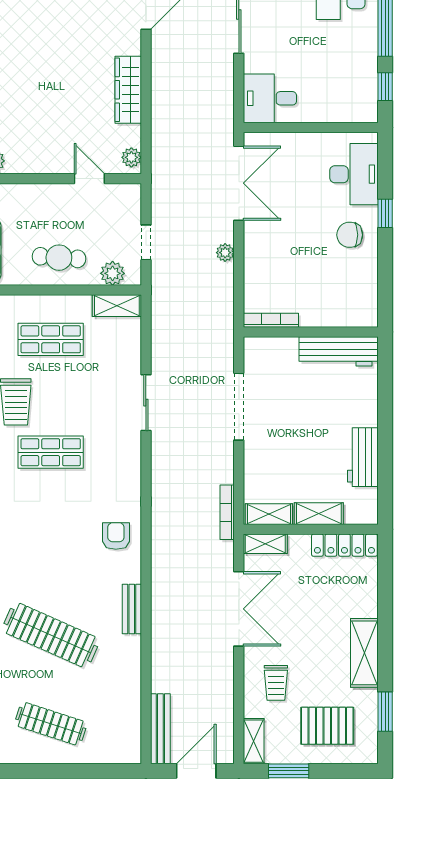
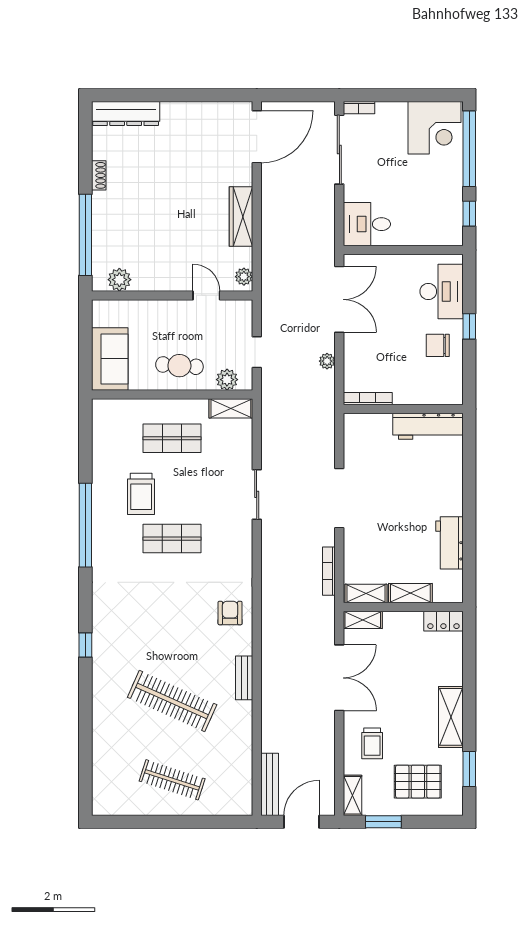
bookcase: (271, 320) -> (368, 399), moved
wall: (311, 332) -> (403, 409), moved
workbench: (339, 351) -> (428, 426), moved
bookcase: (227, 512) -> (329, 571), moved
locker: (344, 545) -> (443, 621), width x0.66

